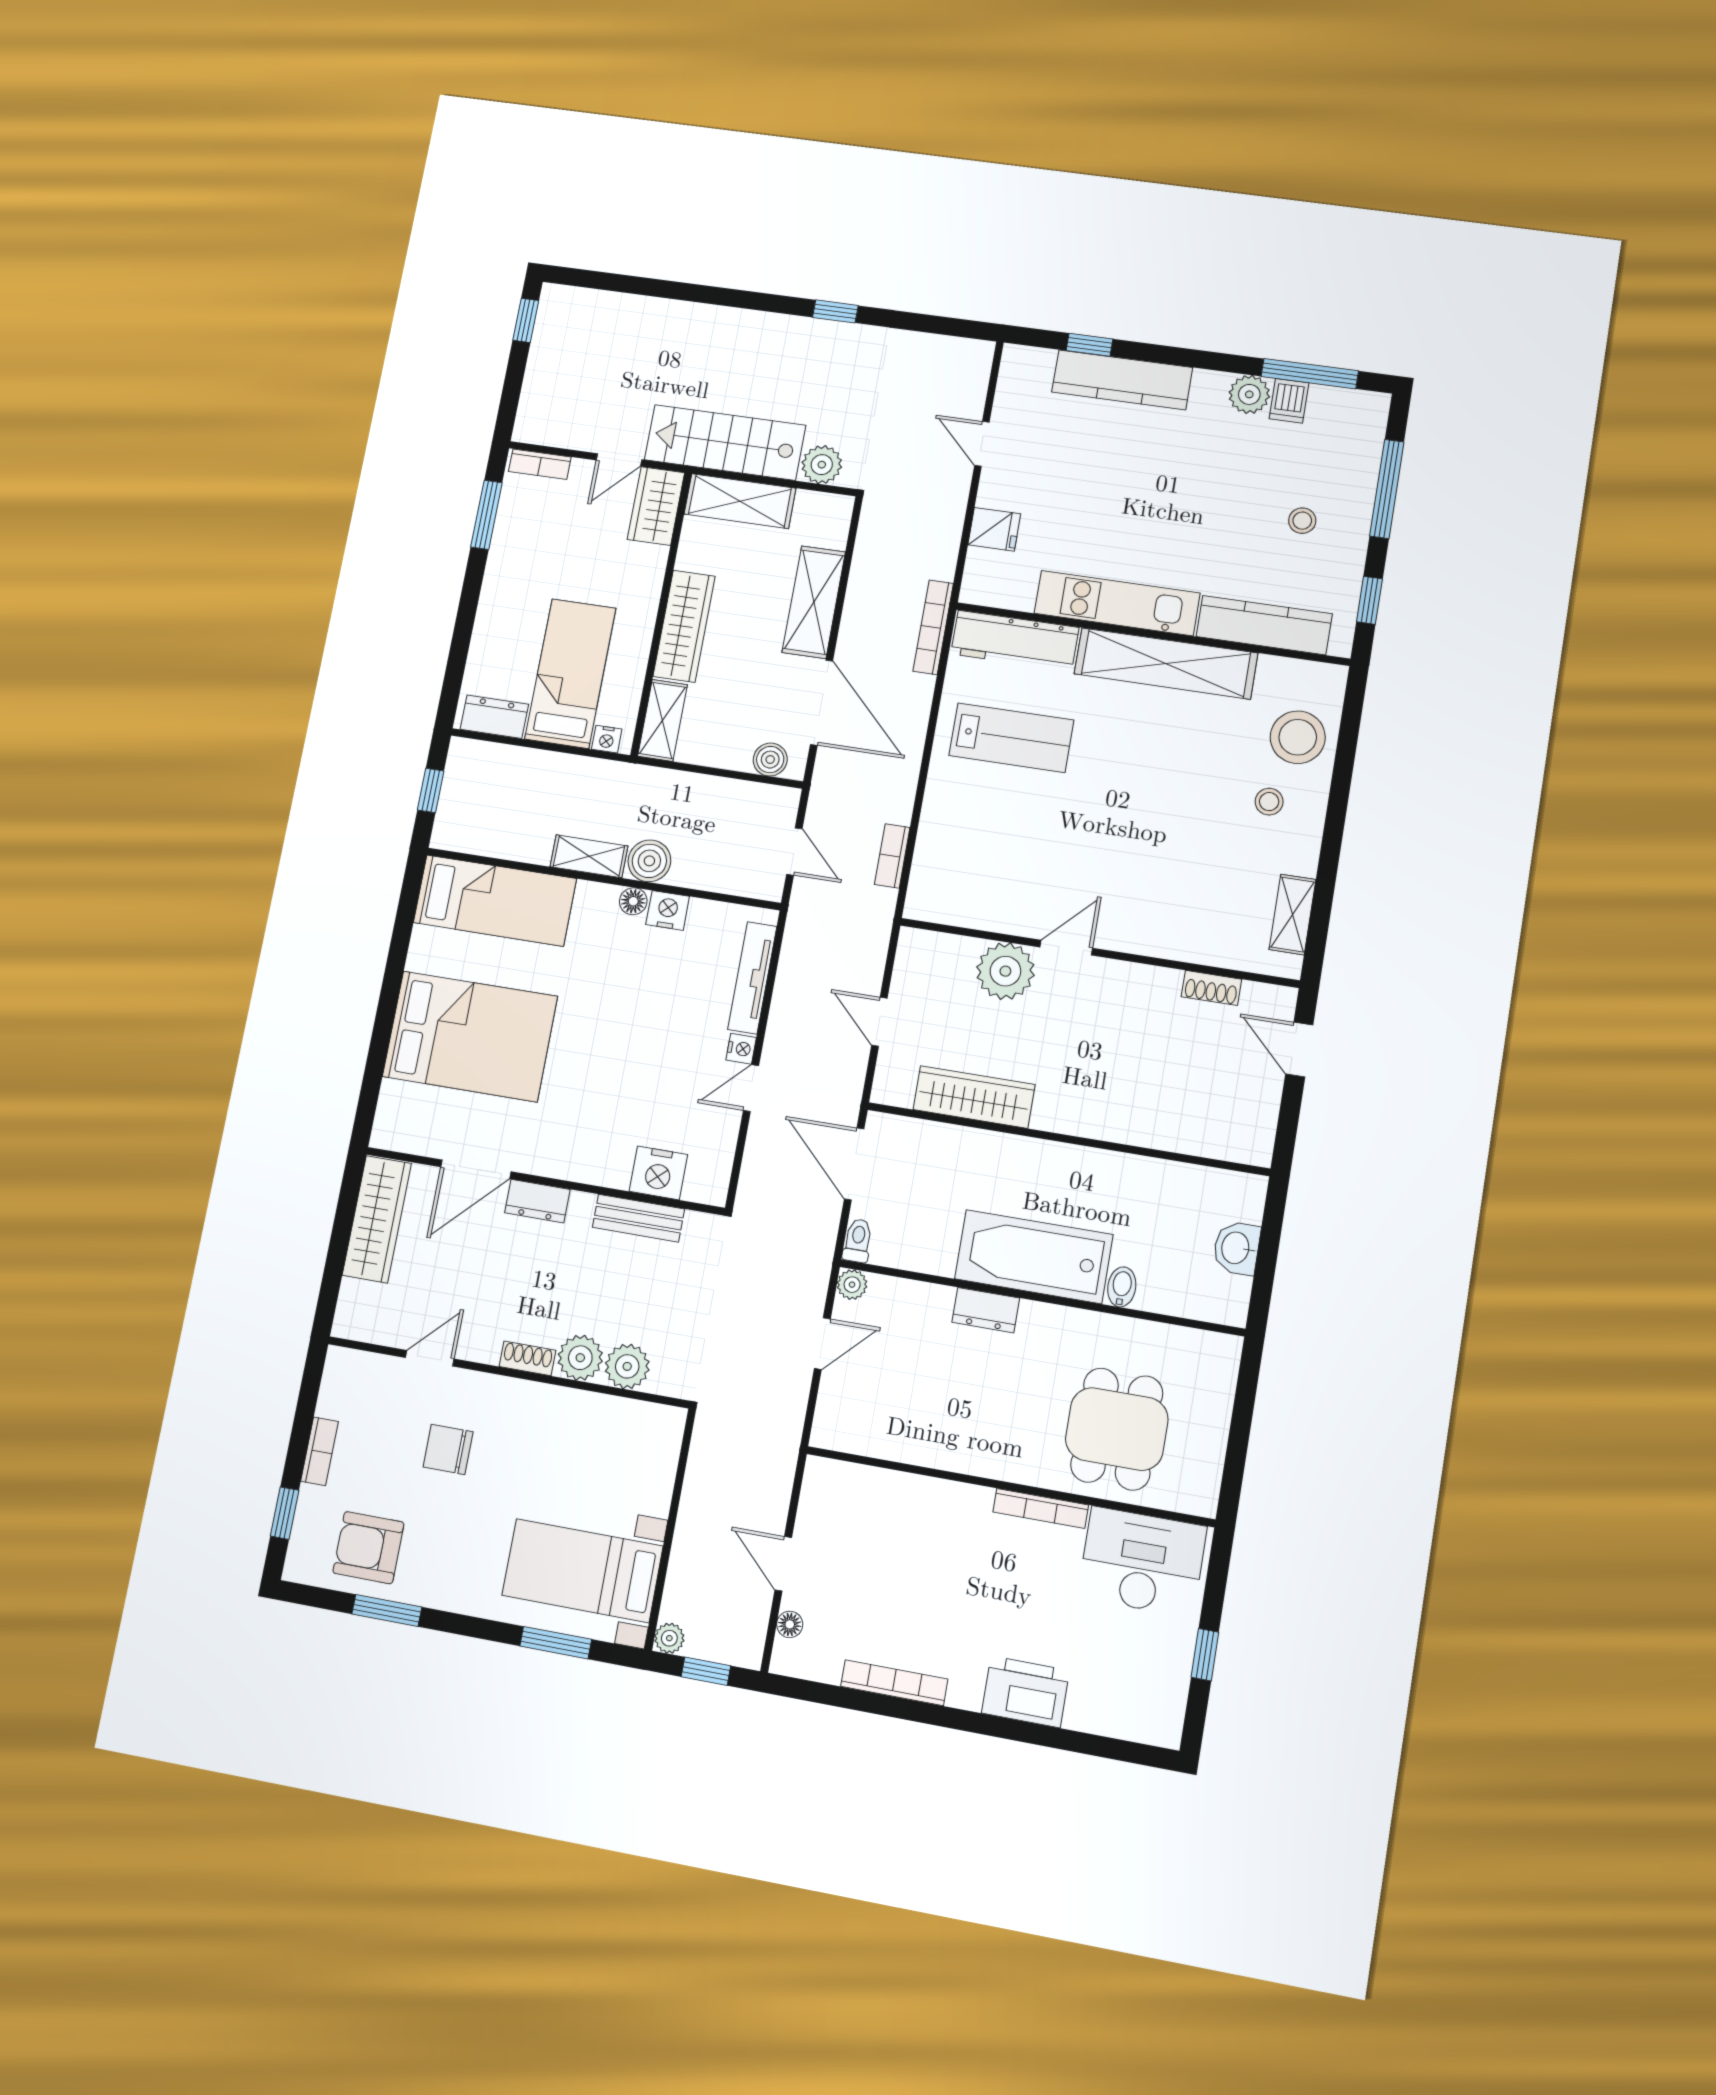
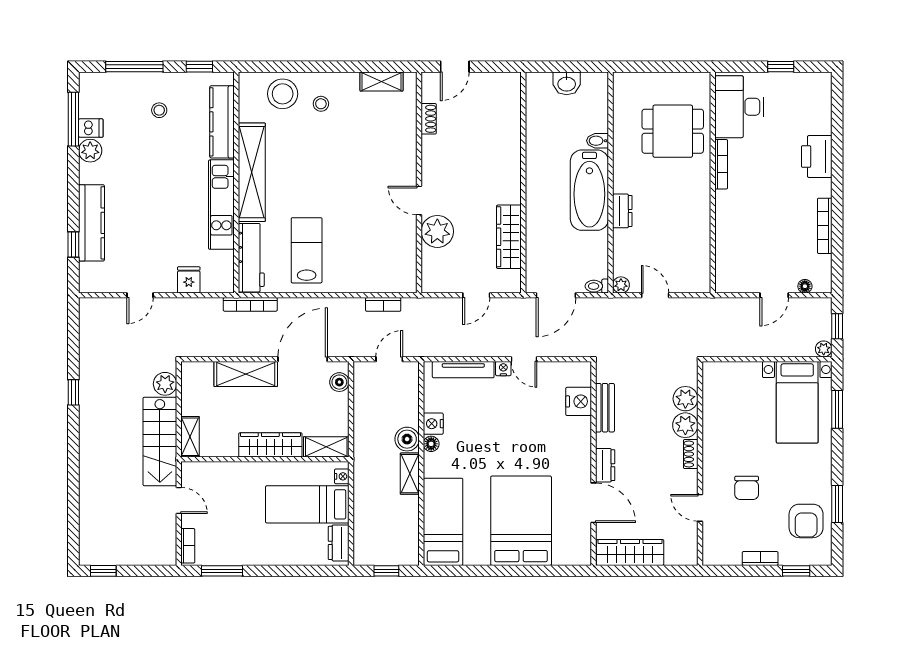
shelving: (740, 501) -> (190, 437), width x0.67, depth x0.75
wardrobe: (656, 506) -> (203, 474), removed

